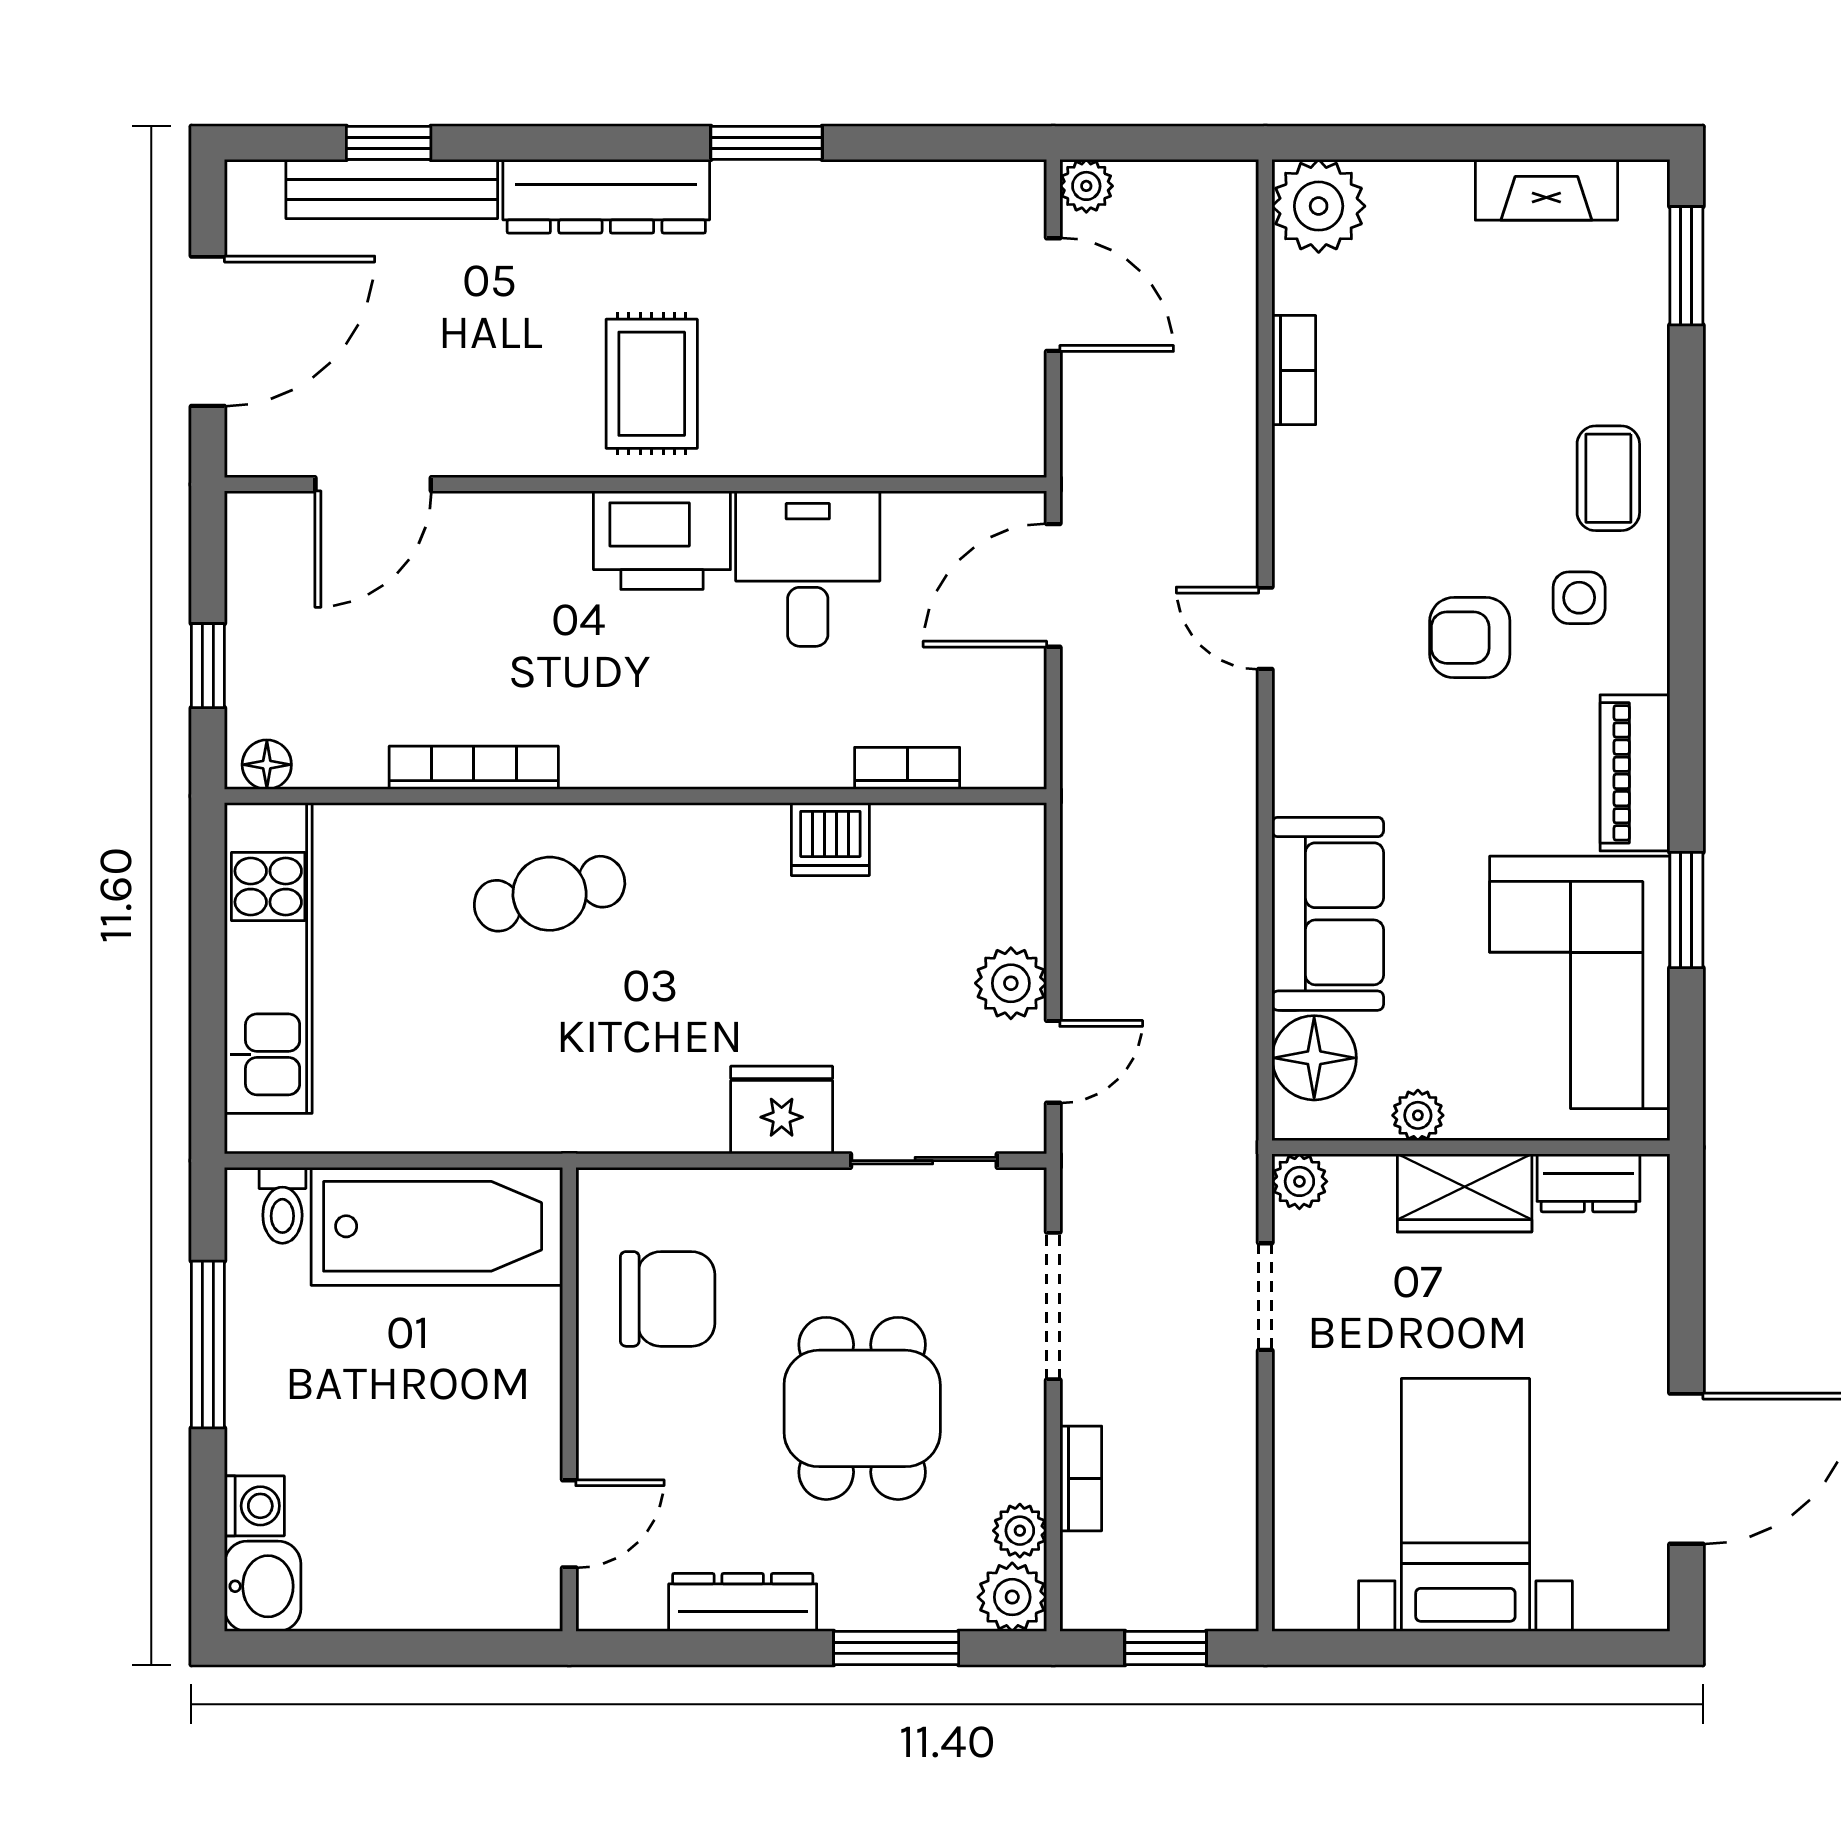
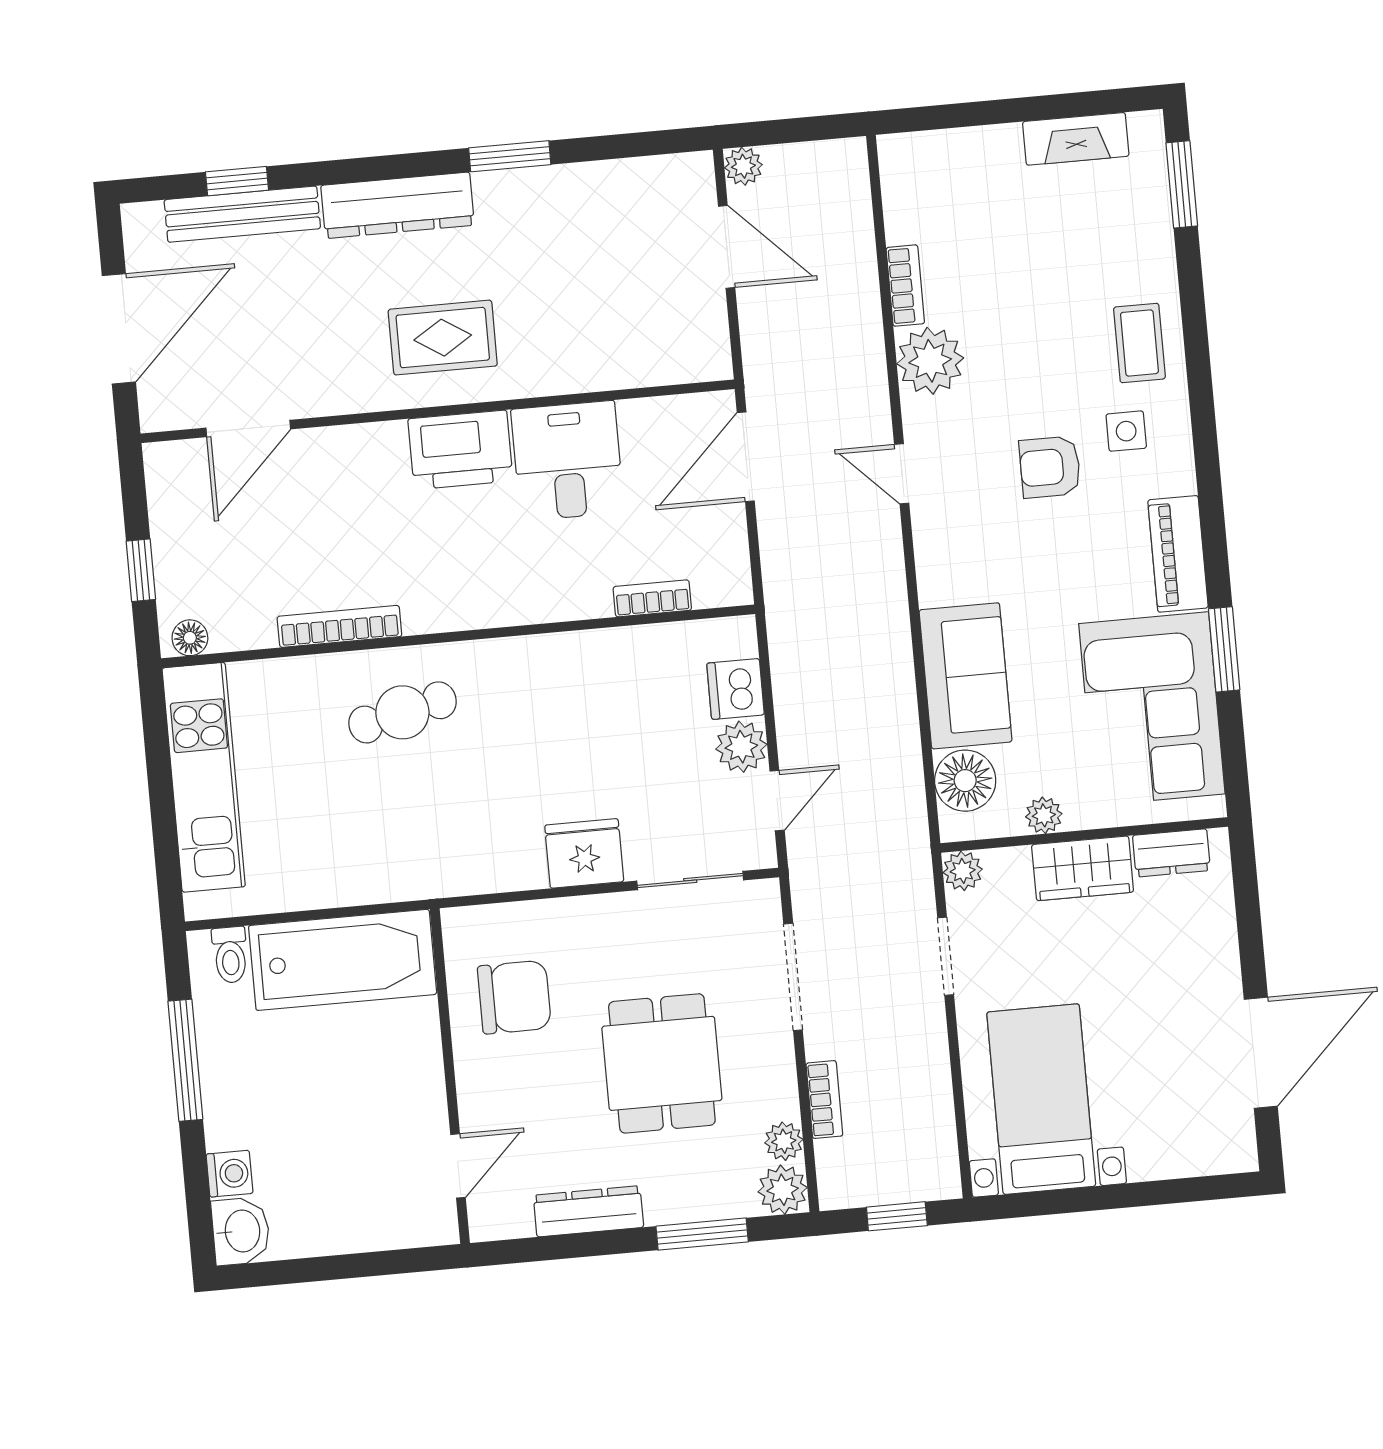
plant: (1319, 206) -> (930, 361), moved
rug: (652, 384) -> (443, 338), turned 90
dishwasher: (830, 839) -> (735, 689), moved, turned 90
bed with nightstands: (1465, 1505) -> (1041, 1099), moved

